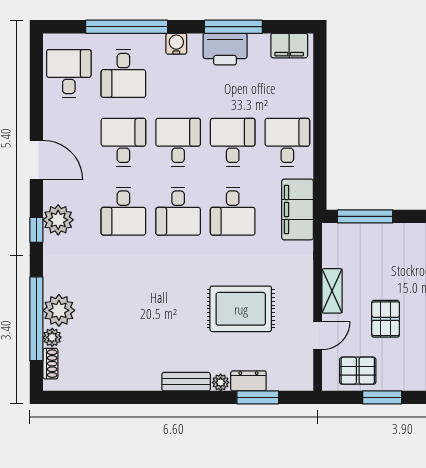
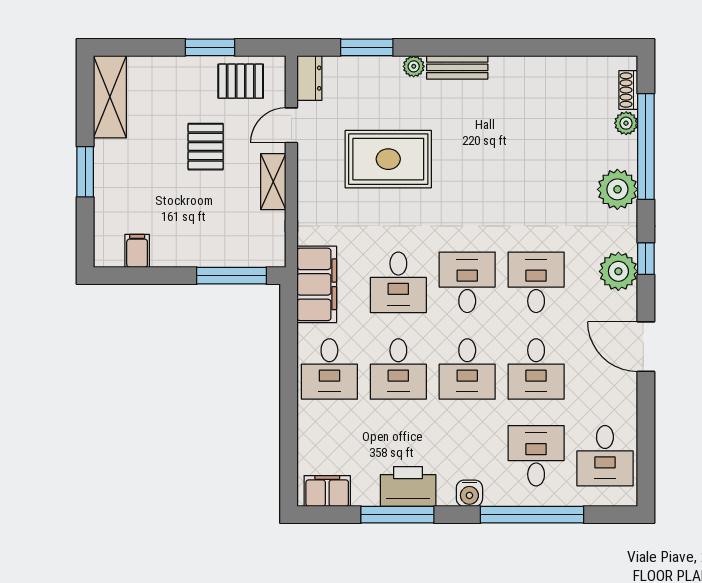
desk: (233, 211) -> (398, 282), turned 180
plant: (59, 310) -> (617, 189), moved
dresser: (248, 381) -> (309, 78), moved, turned -90

